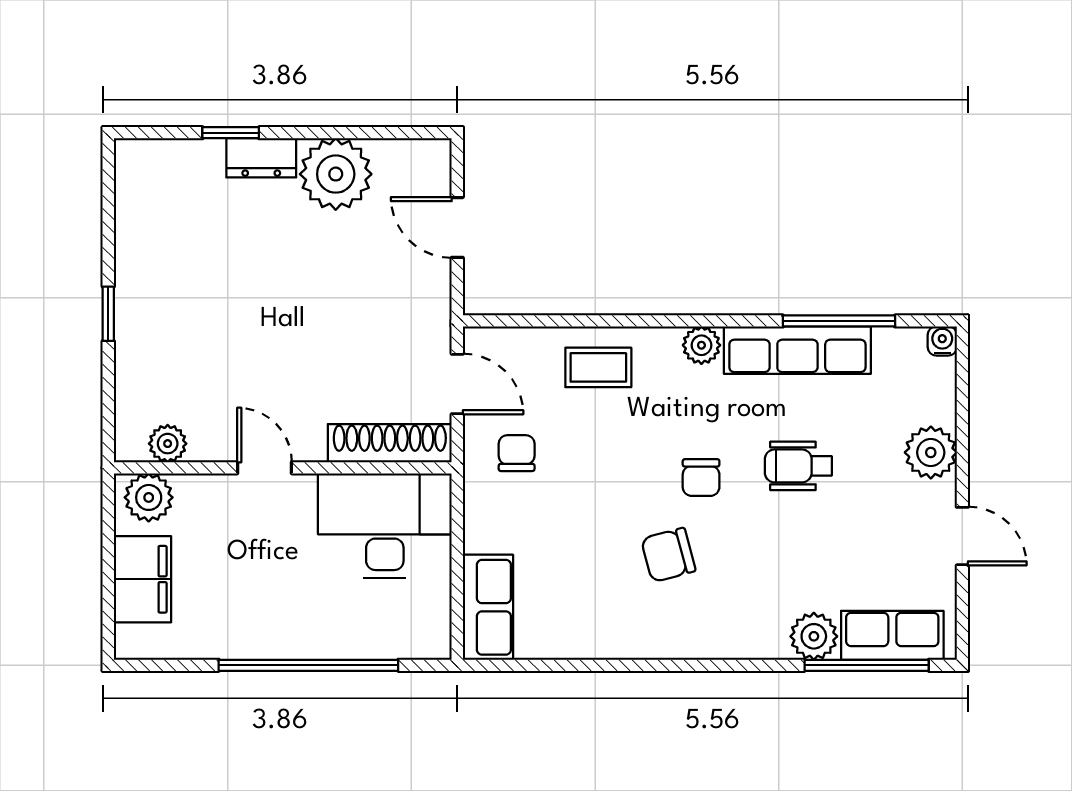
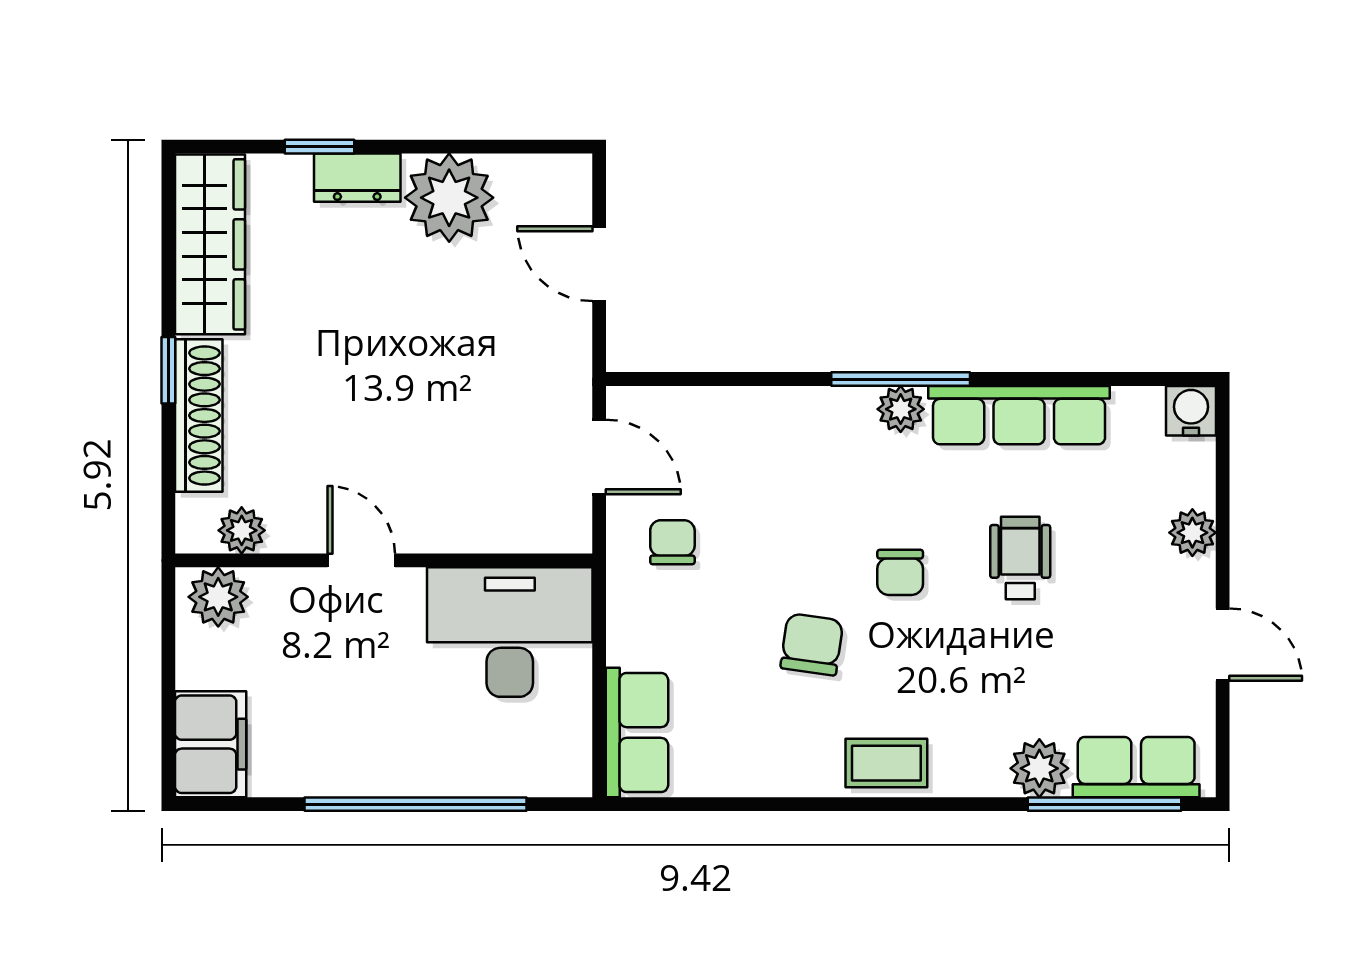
wardrobe: (142, 212) -> (210, 244), added
window: (839, 321) -> (901, 379), moved
water cooler: (942, 341) -> (1191, 411), width x1.38, depth x1.38
coffee table: (598, 367) -> (886, 763), moved
shoe rack: (390, 443) -> (199, 415), moved, turned 90
plant: (931, 452) -> (1192, 533), width x0.73, depth x0.73
wheelchair: (798, 466) -> (1020, 558), turned 90
chair: (668, 555) -> (812, 644), moved, turned 113
filing cabinet: (142, 579) -> (211, 744), moved

